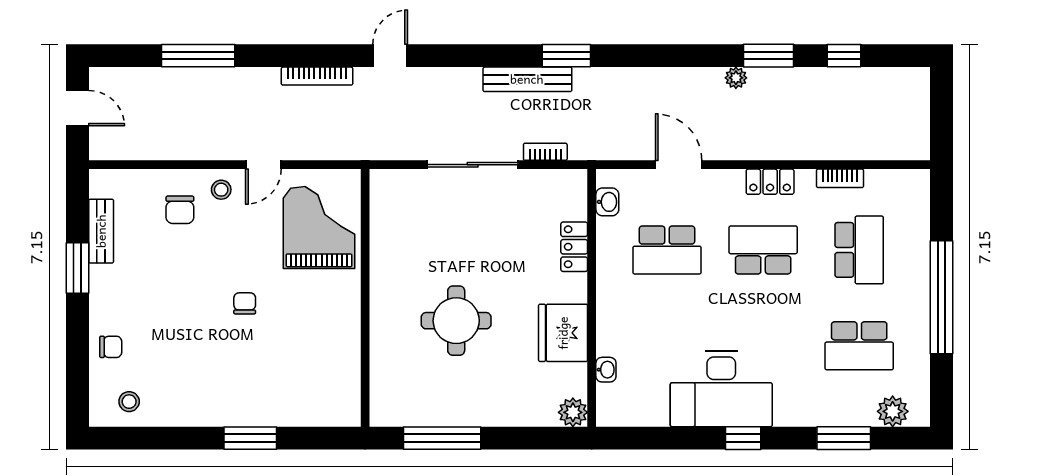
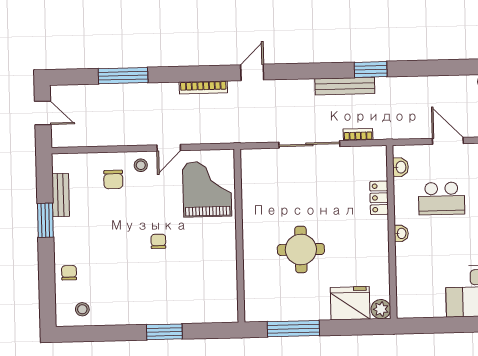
fridge: (563, 333) -> (350, 303), moved, turned 90
chair: (111, 347) -> (69, 273), turned -90
washbasin: (606, 370) -> (401, 233), moved

